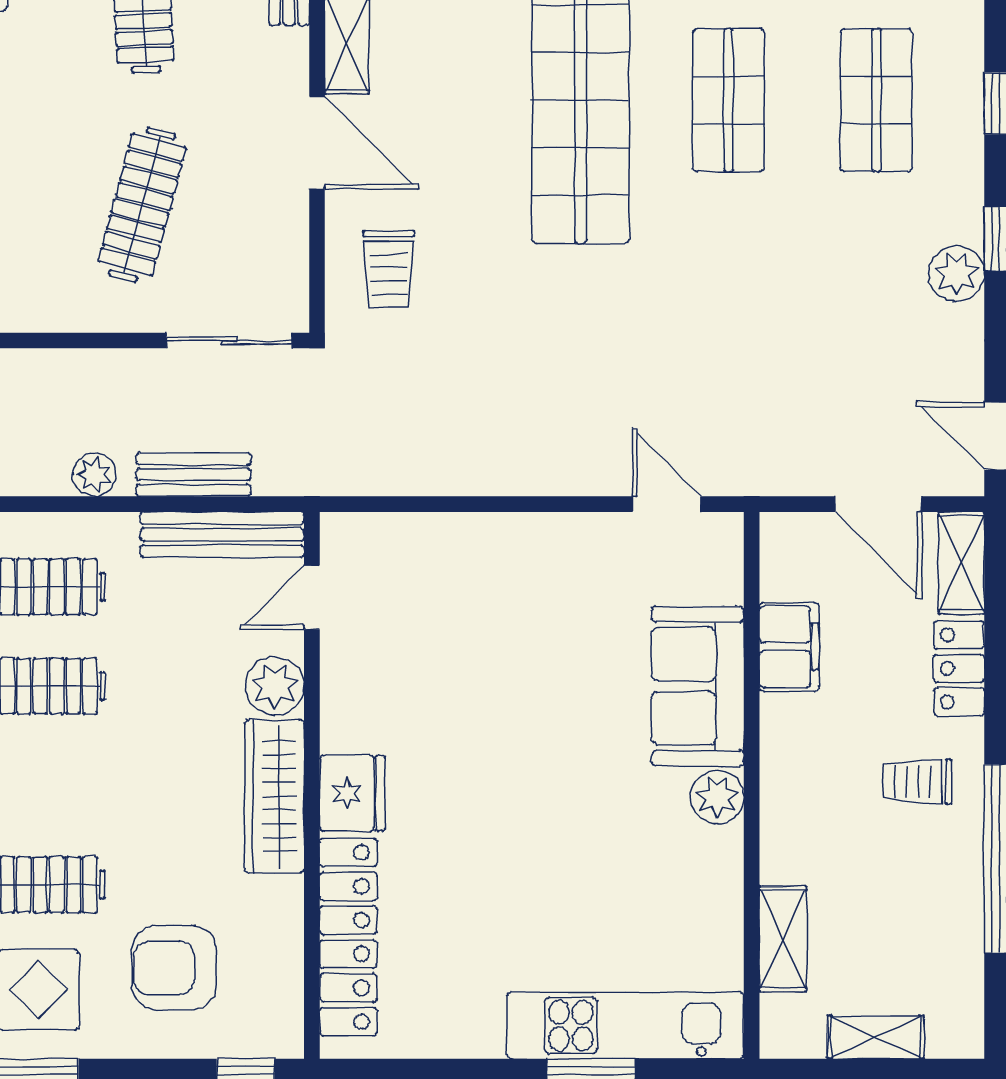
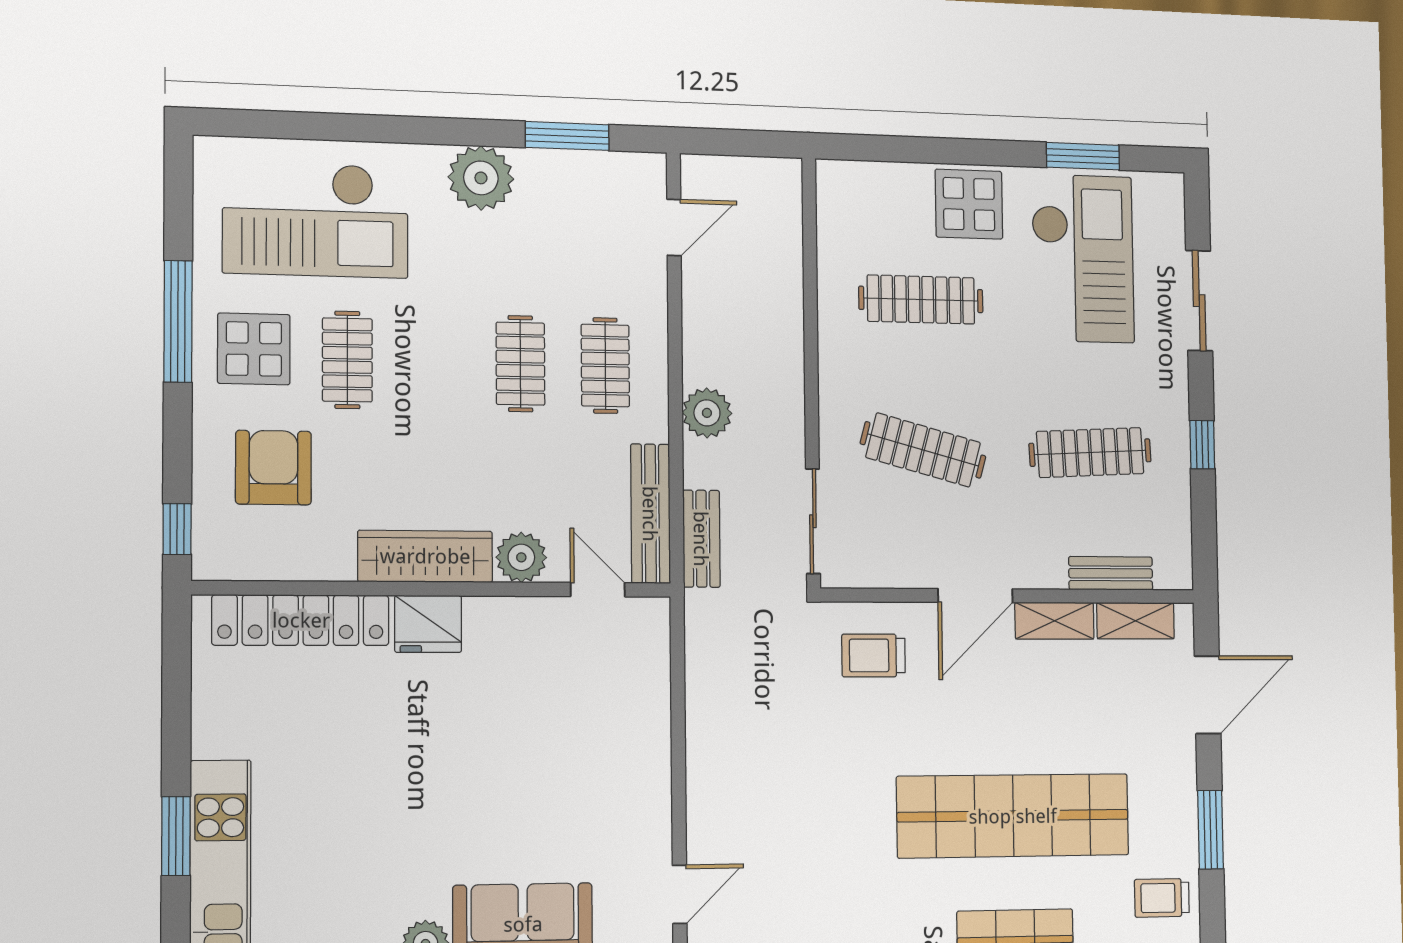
plant: (94, 475) -> (707, 413), width x1.38, depth x1.38
bench: (193, 475) -> (701, 539), moved

